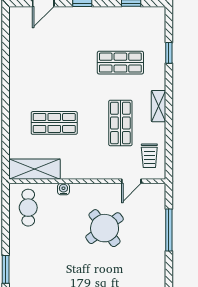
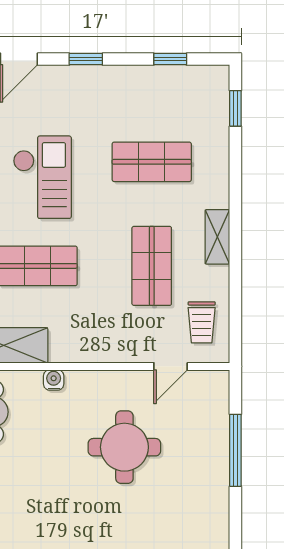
window: (169, 53) -> (235, 108), moved
checkout: (57, 72) -> (42, 177), added
round table: (105, 228) -> (124, 447), turned 37

